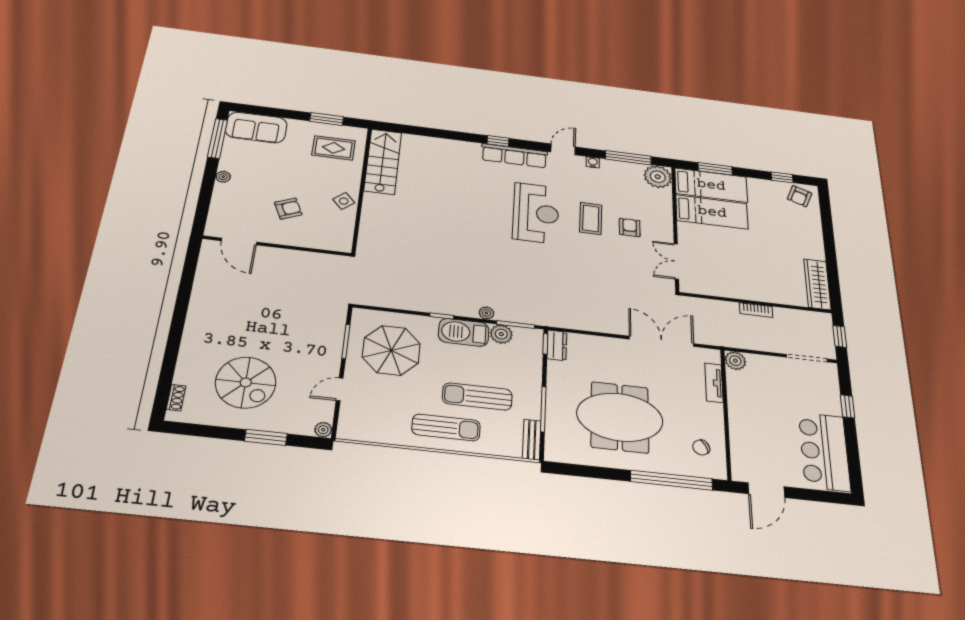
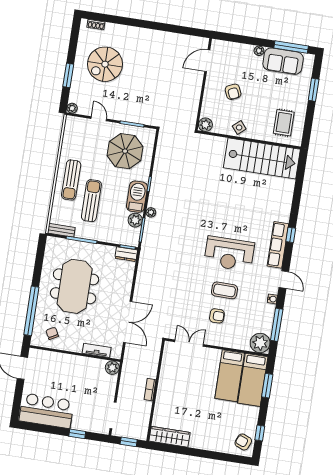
window: (327, 119) -> (314, 90), moved
sofa: (256, 127) -> (283, 61), moved, turned -90
stairs: (383, 161) -> (262, 158), width x1.36, depth x1.51
plant: (342, 243) -> (205, 125), added

